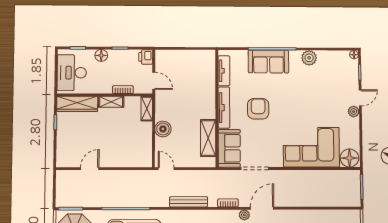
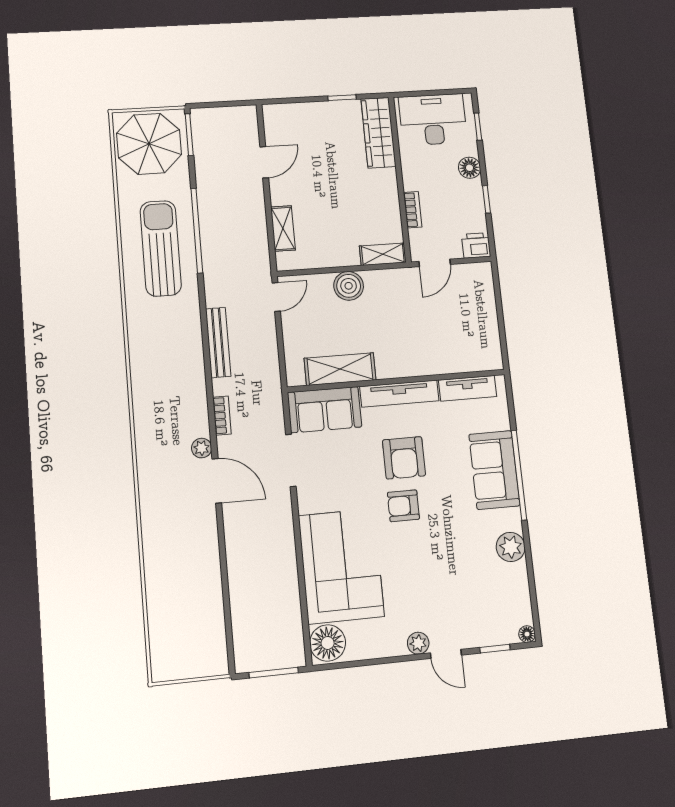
shelving: (111, 102) -> (283, 228), moved
armchair: (258, 109) -> (404, 458), turned 90
armchair: (283, 112) -> (403, 506), added
door: (90, 169) -> (264, 162), hinge flipped

